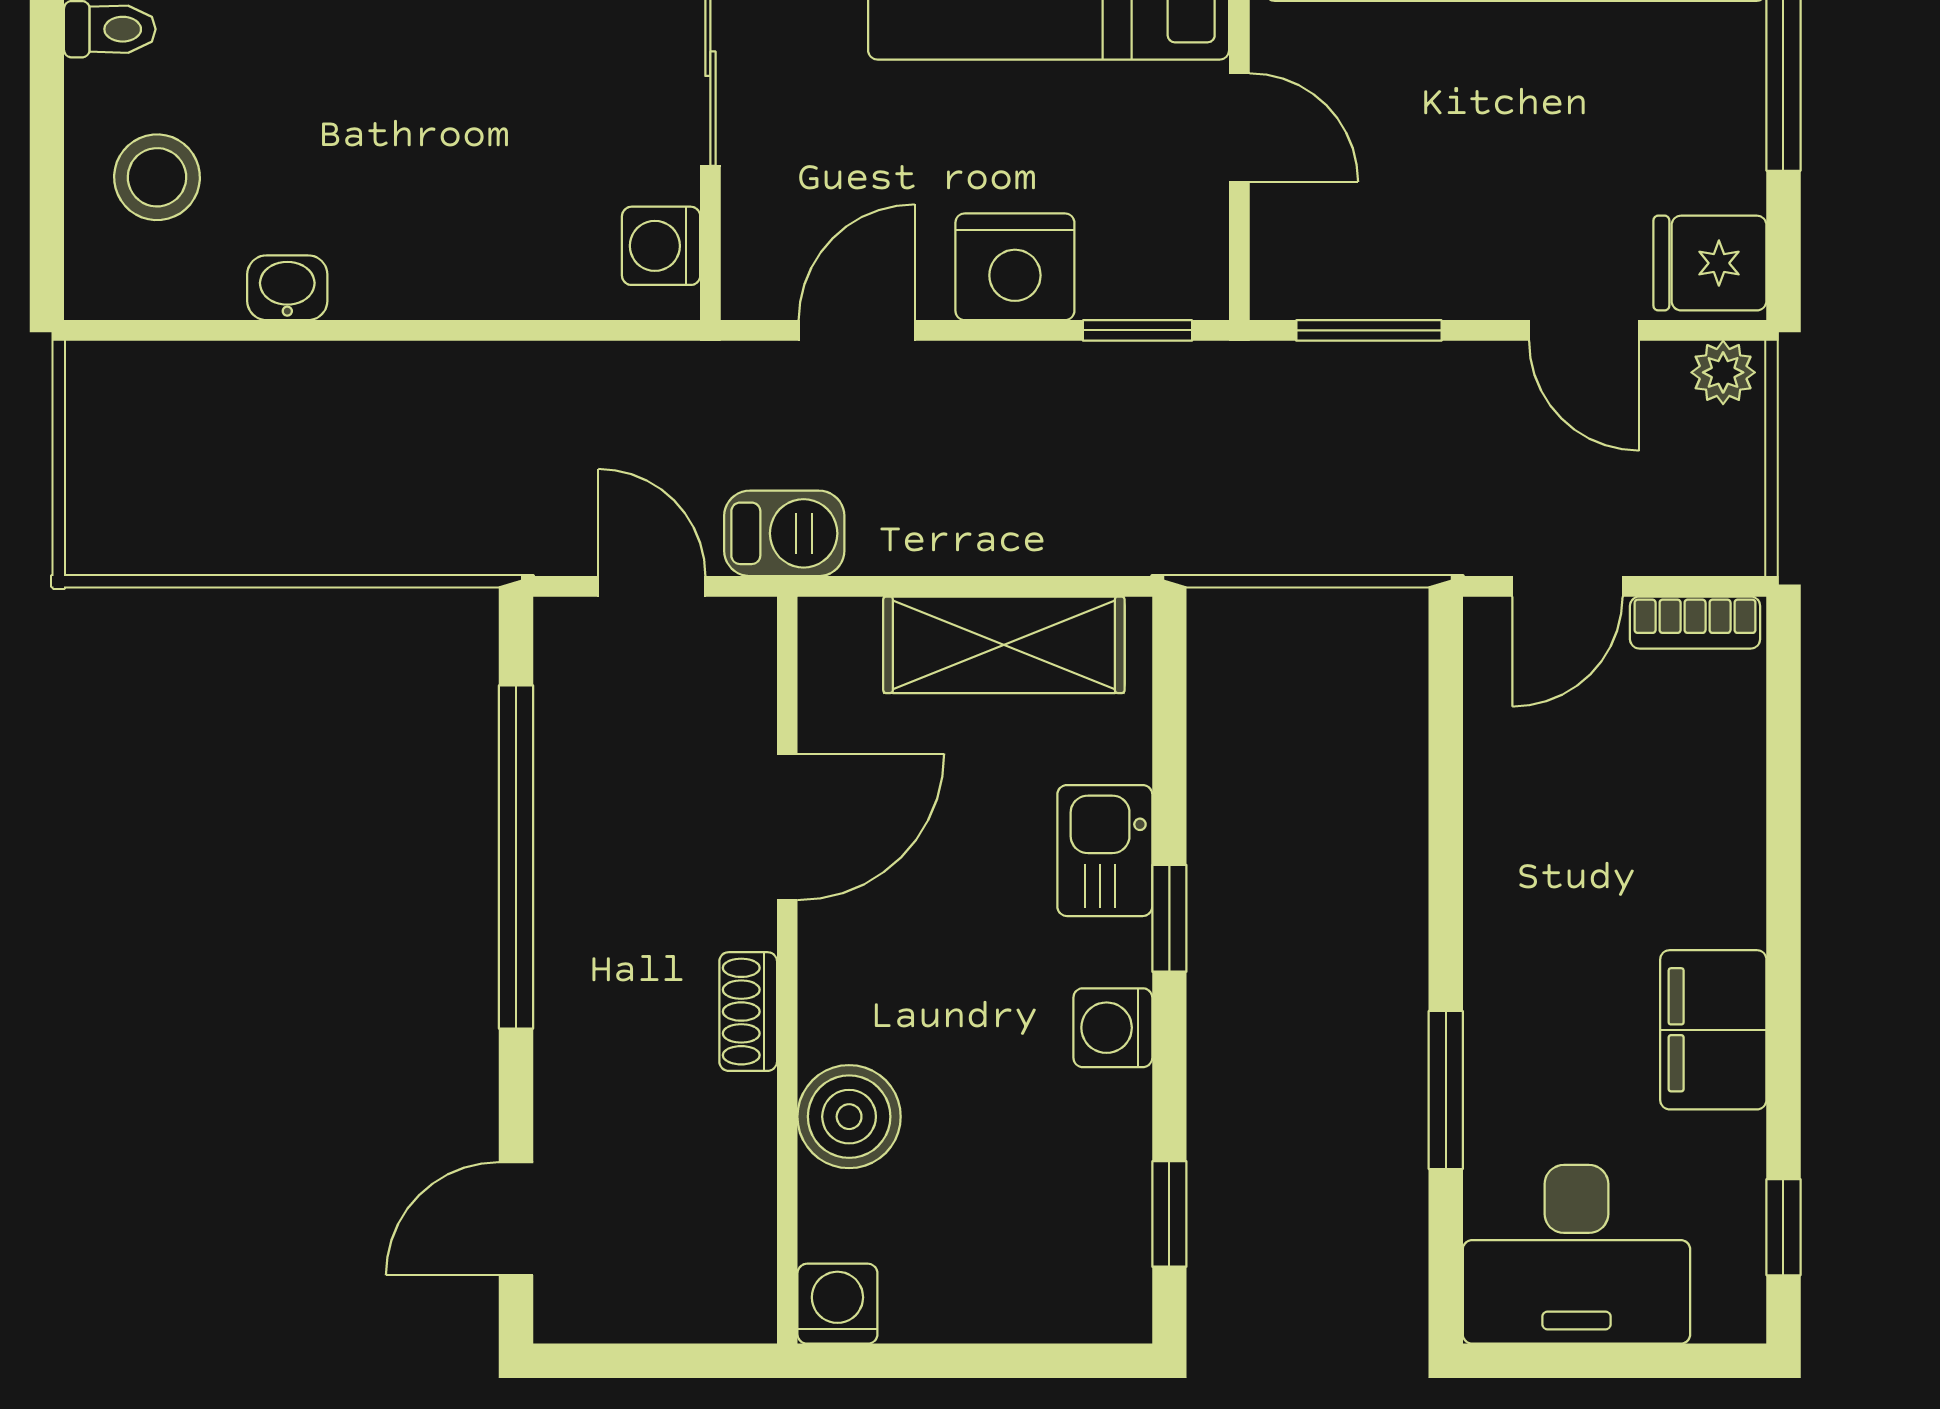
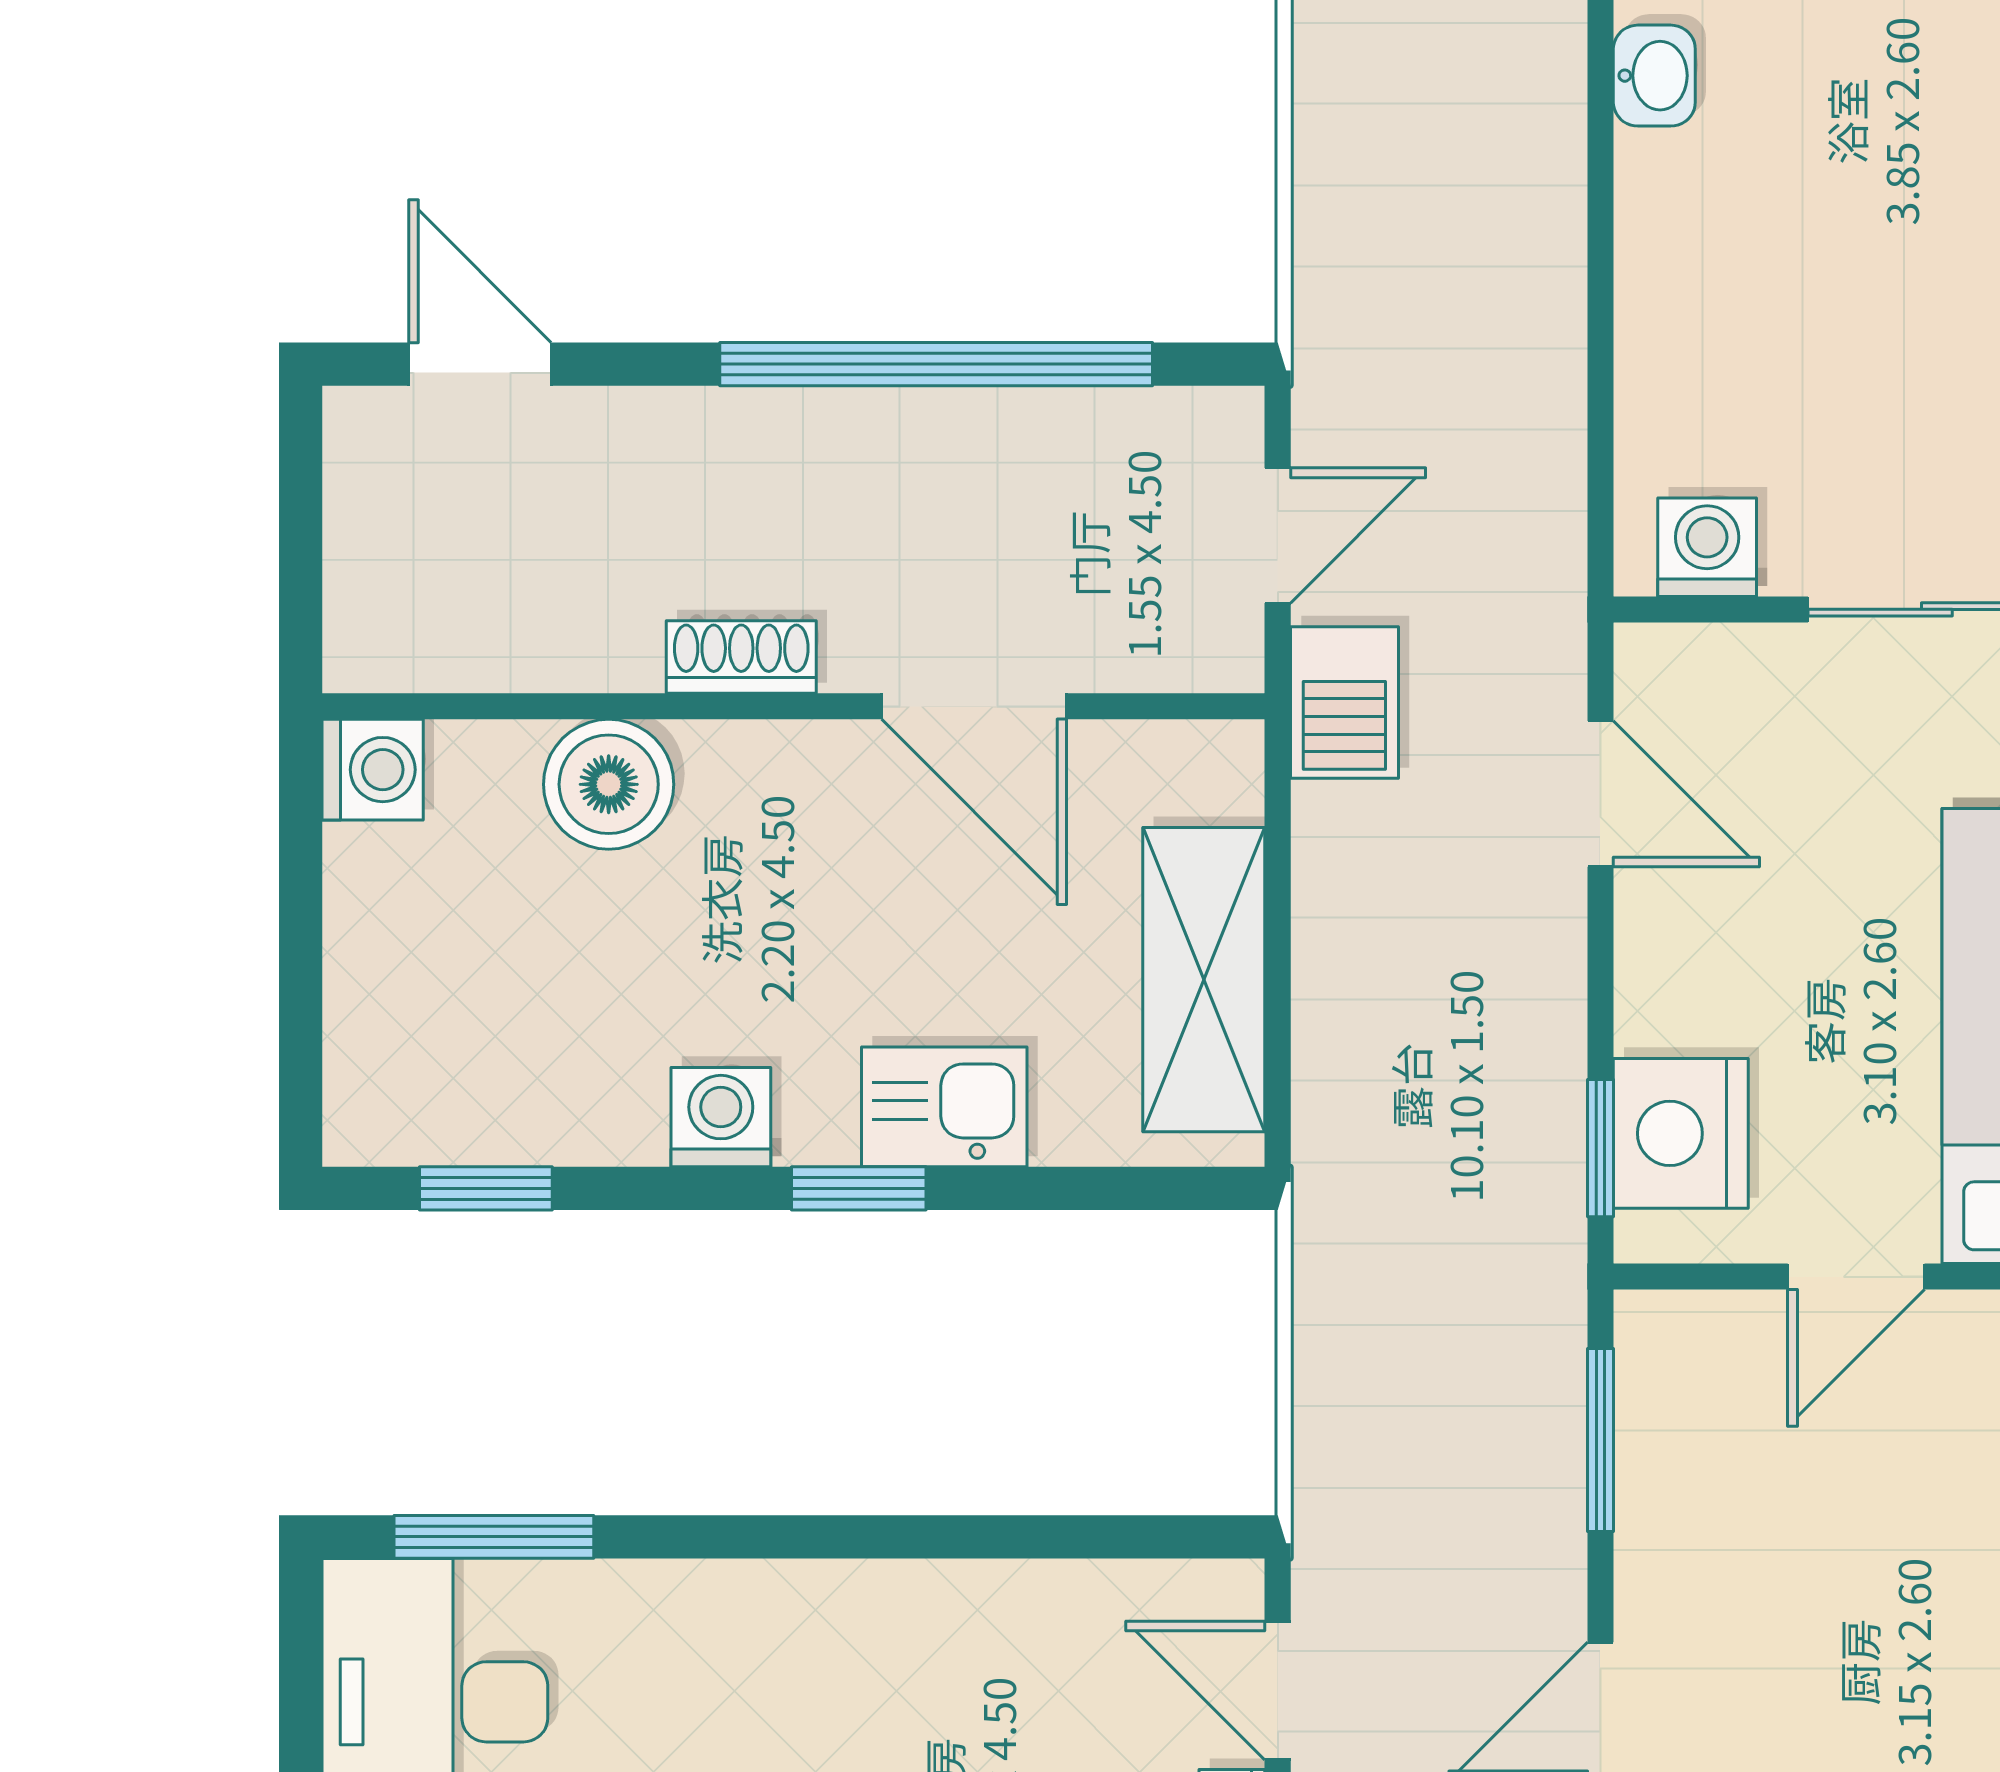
nightstand: (1015, 267) -> (1681, 1133), moved
window: (1446, 1090) -> (494, 1537), moved

